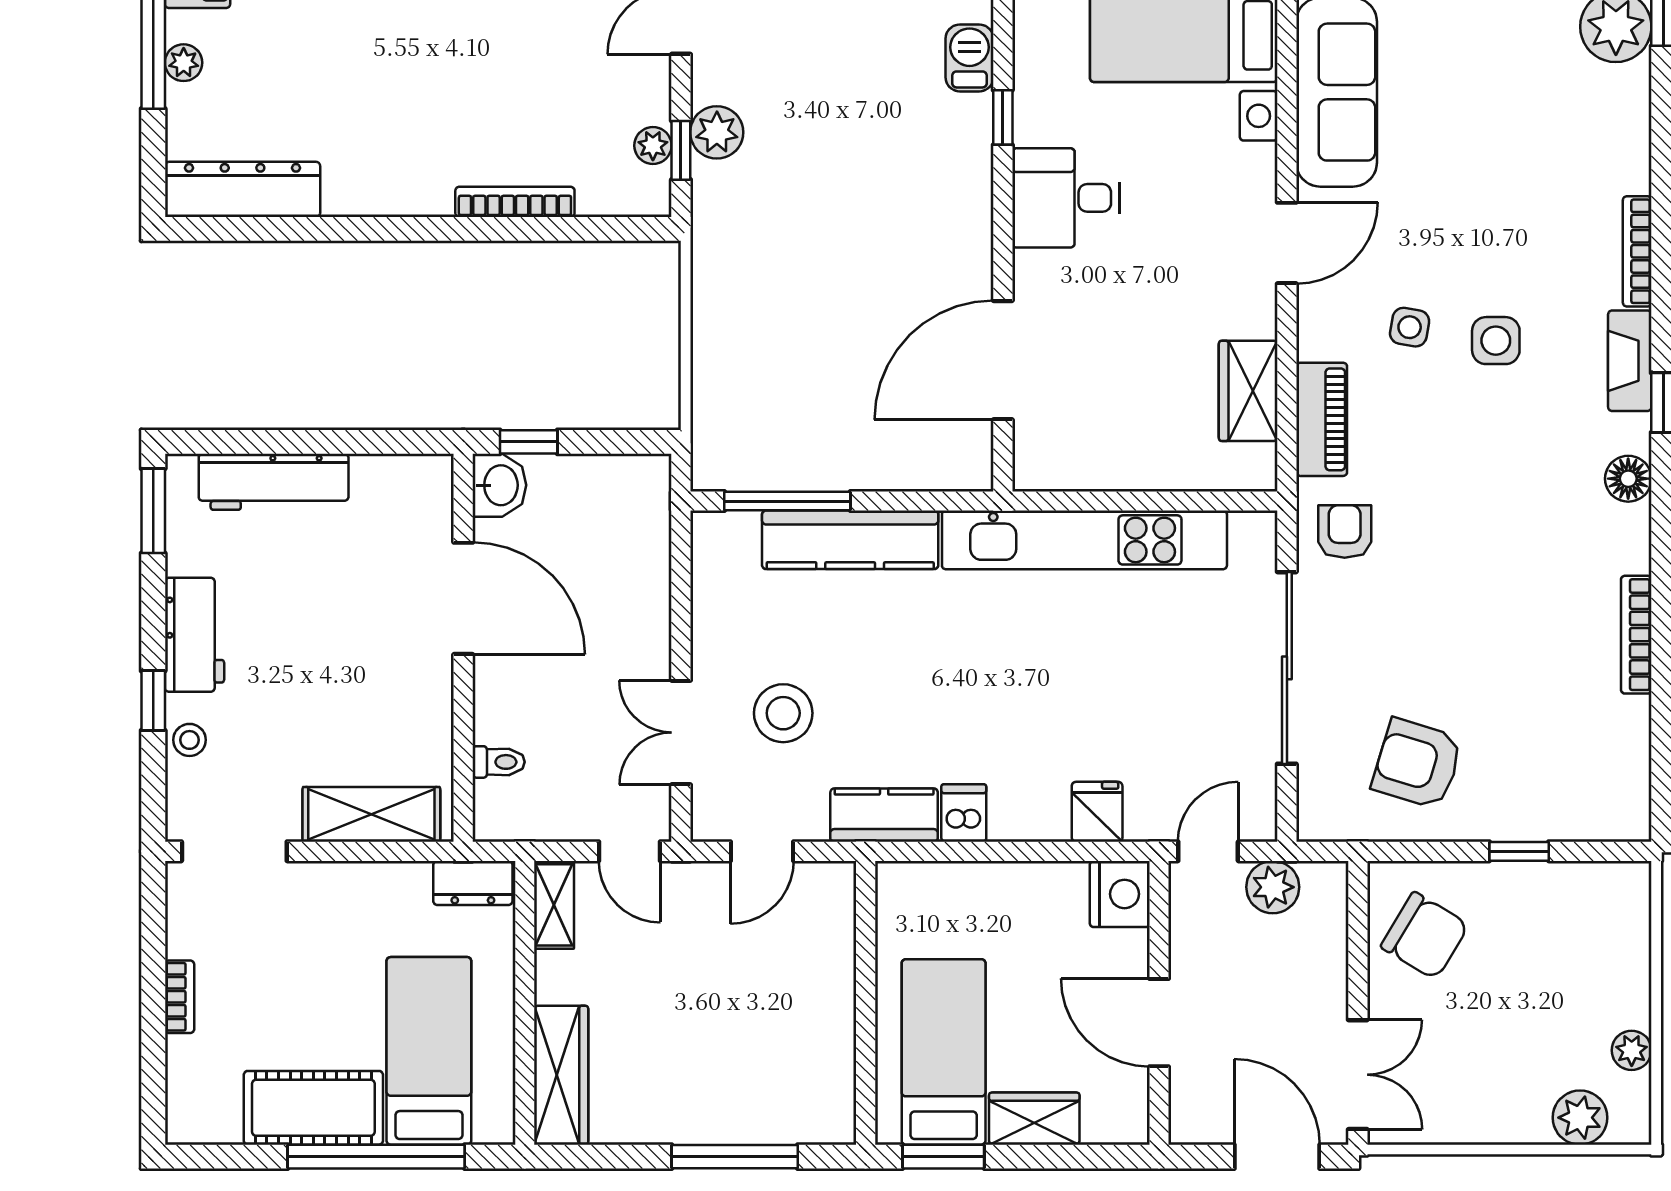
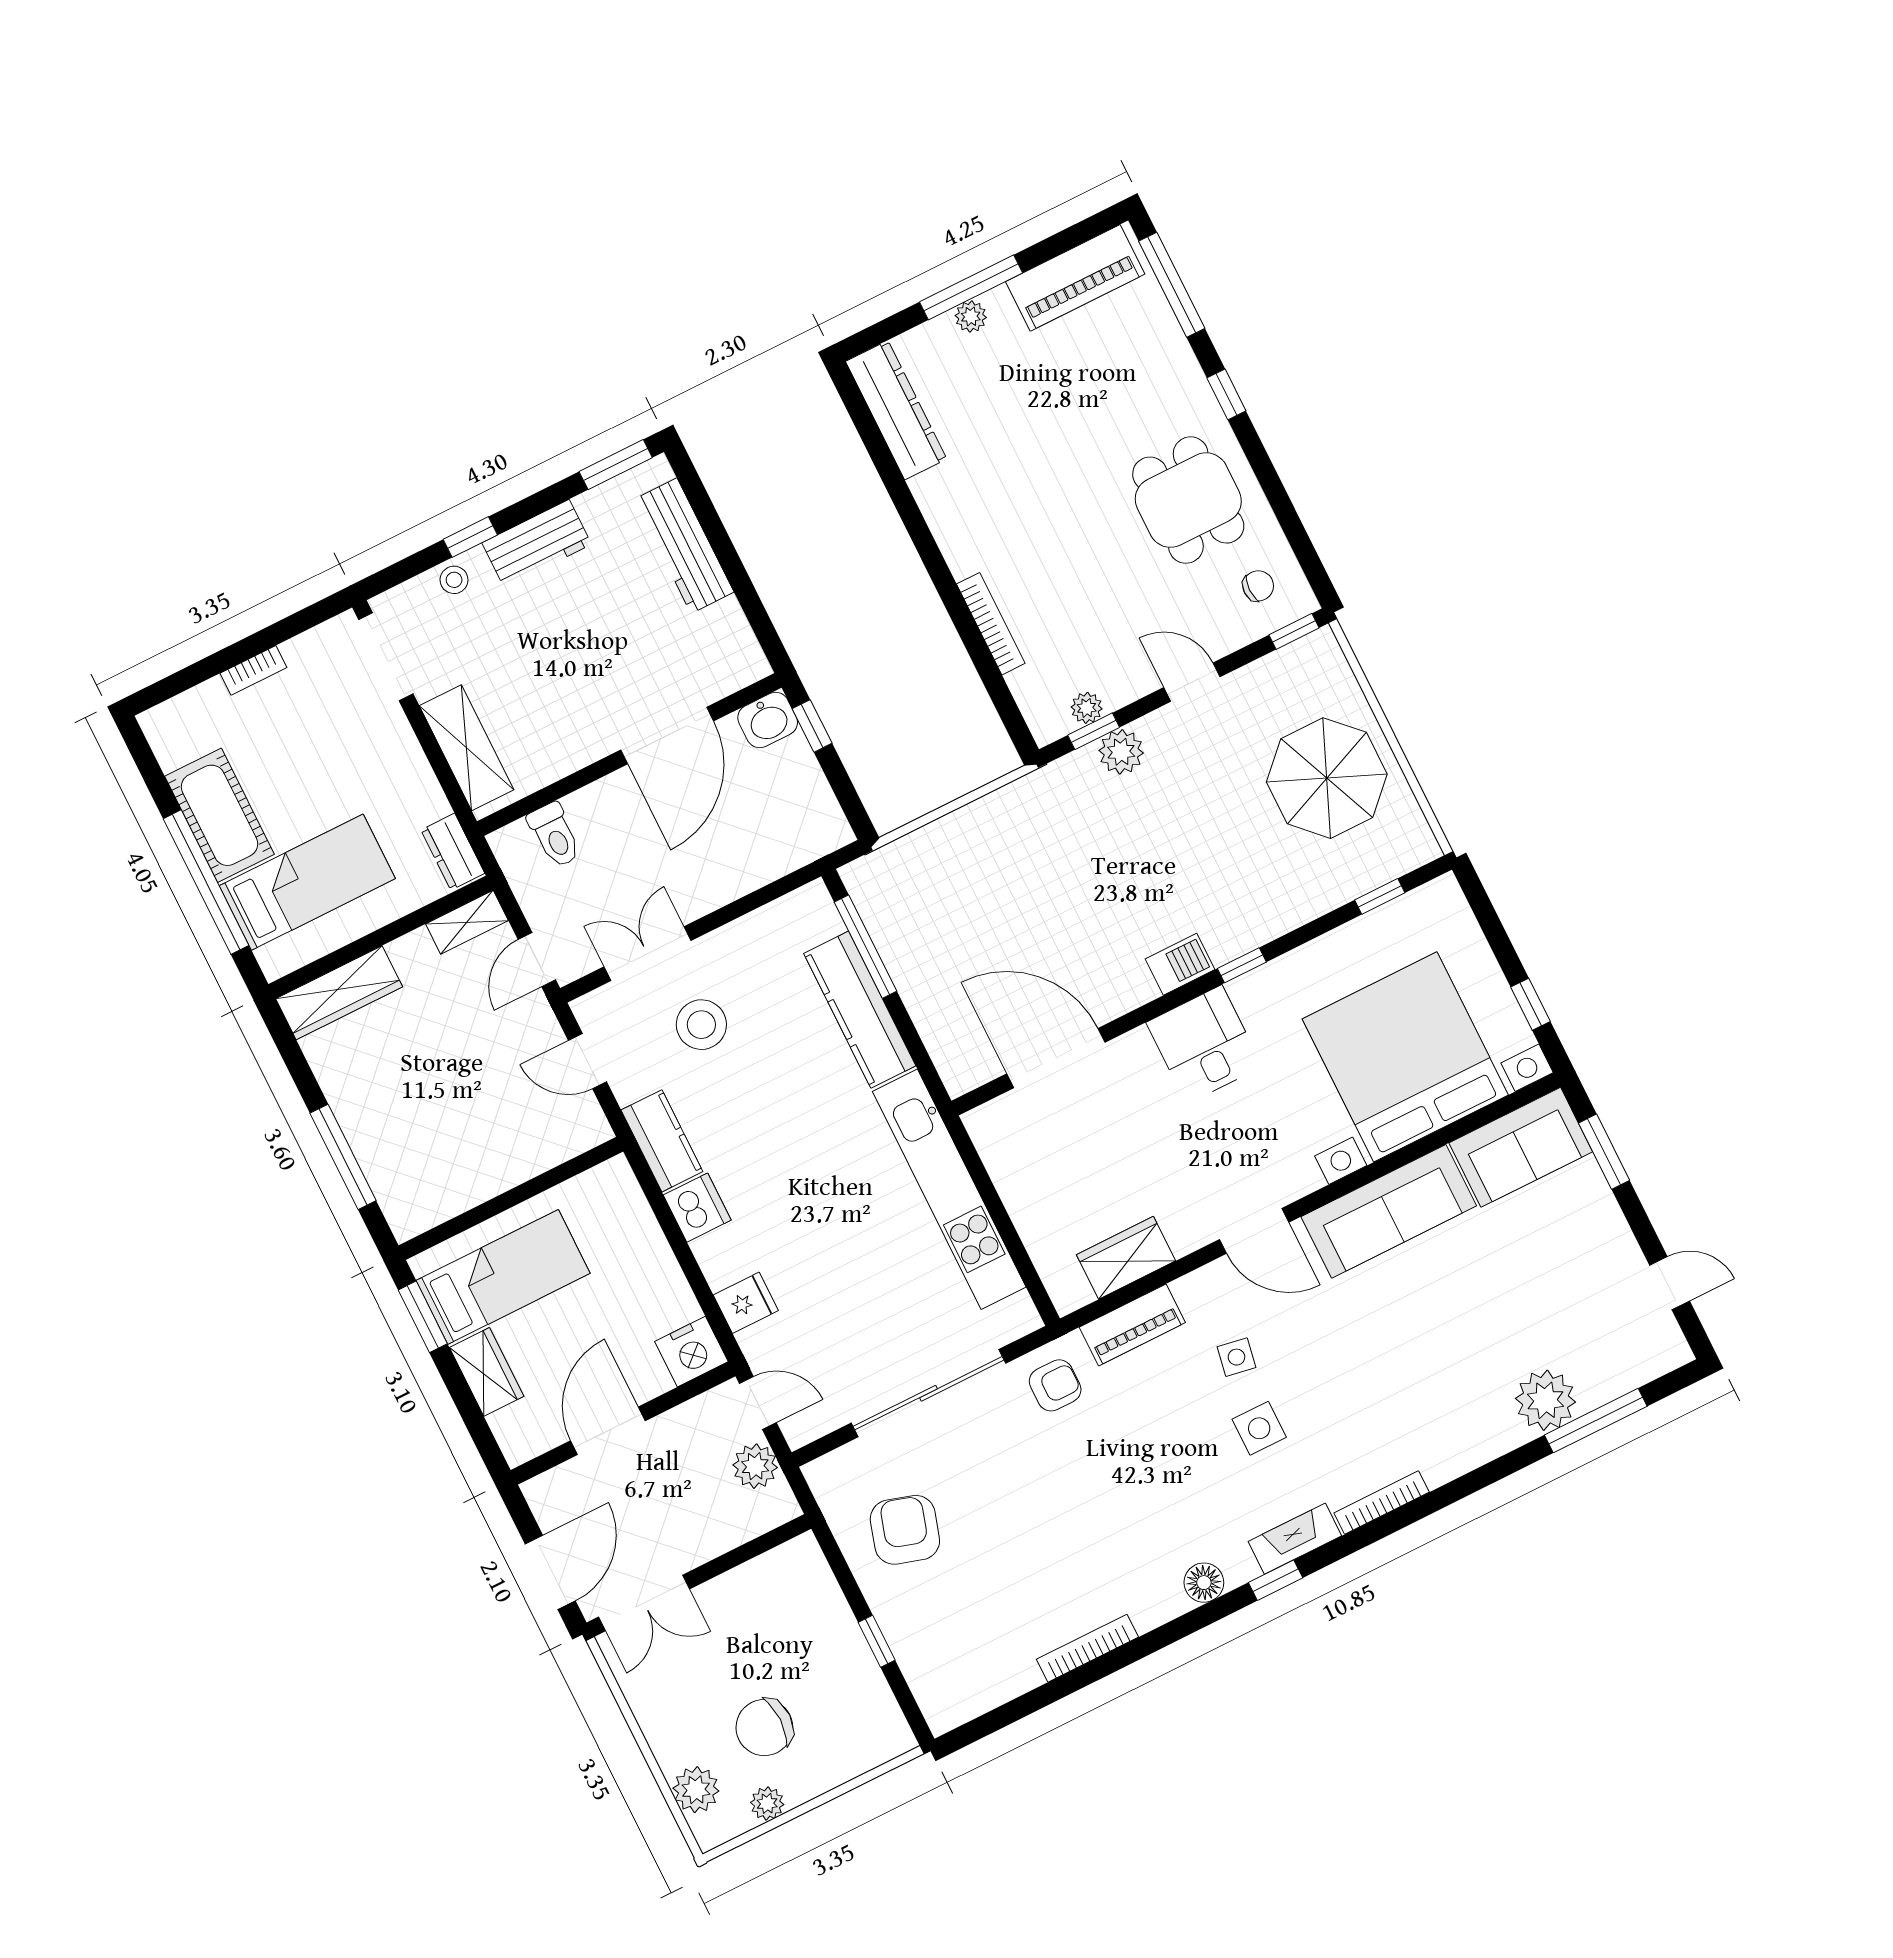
barbecue: (969, 58) -> (1180, 964), moved
toilet: (499, 762) -> (555, 835), width x1.37, depth x1.39
dishwasher: (964, 813) -> (697, 1208), width x1.38
chair: (1425, 936) -> (764, 1727), moved, turned 59

